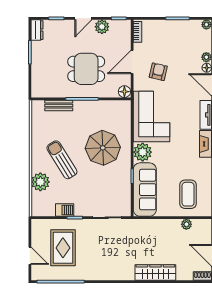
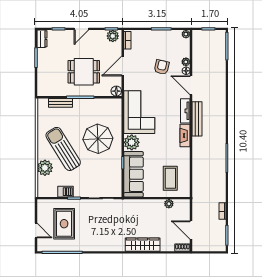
plant: (102, 27) -> (113, 36), moved
armchair: (158, 72) -> (162, 67), moved
sun lounger: (62, 160) -> (63, 149), width x1.36, depth x1.34

